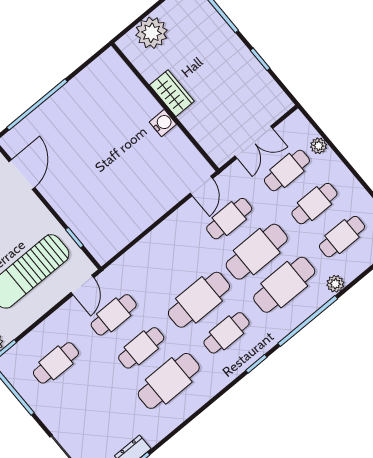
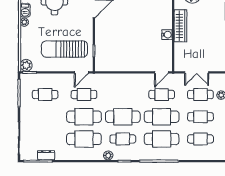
wardrobe: (172, 93) -> (180, 26), width x1.50
plant: (335, 284) -> (108, 155), moved
cafe table: (141, 348) -> (84, 117), width x1.37, depth x1.35

